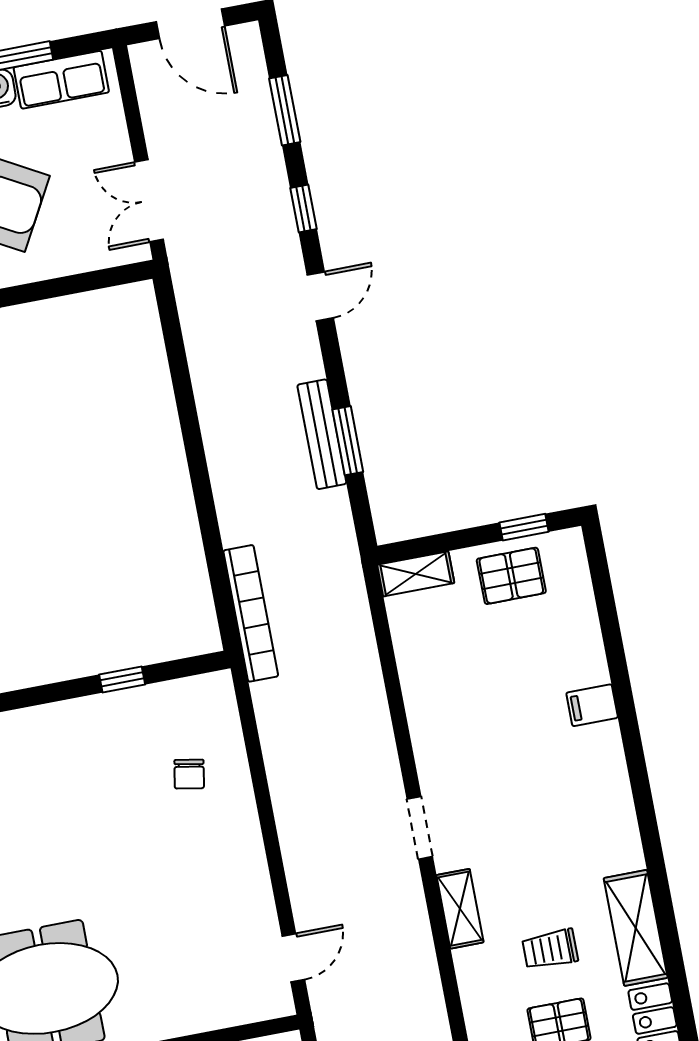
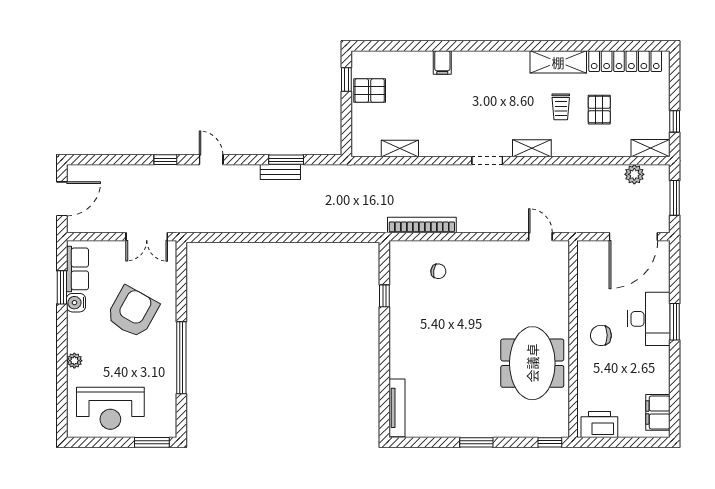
window: (285, 110) -> (114, 160), removed
bench: (322, 434) -> (280, 172), width x0.73
shelving: (416, 574) -> (400, 149), moved, turned 90
pallet: (511, 576) -> (370, 91), turned 90
bookcase: (251, 613) -> (422, 225), moved

